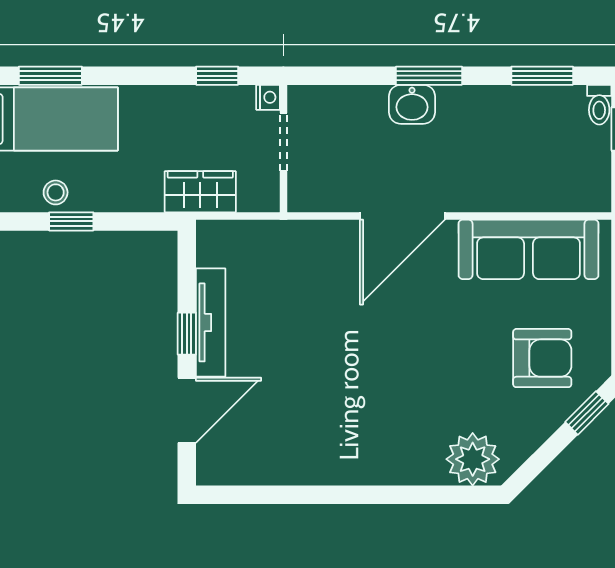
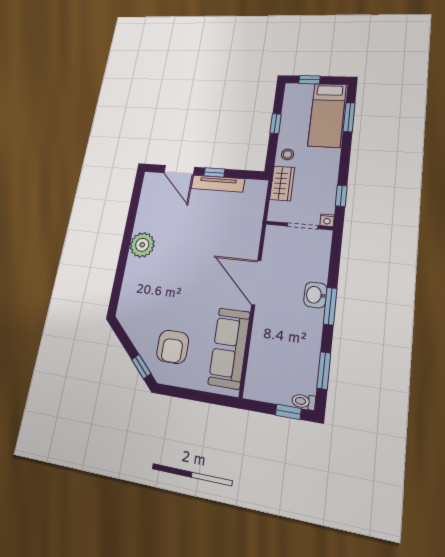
stool: (56, 192) -> (288, 154), moved
plant: (473, 459) -> (142, 245), moved

